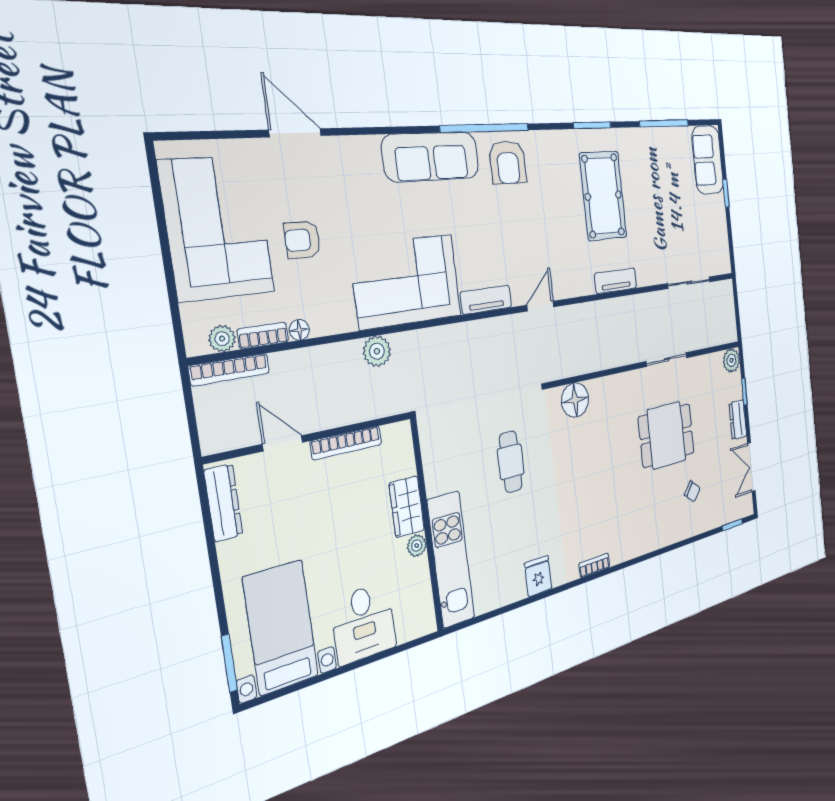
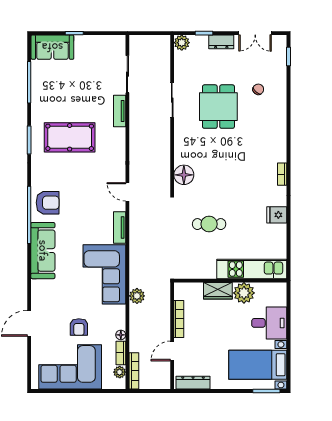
tv unit: (616, 281) -> (120, 111), moved
plant: (417, 546) -> (244, 293), width x1.88, depth x1.88

